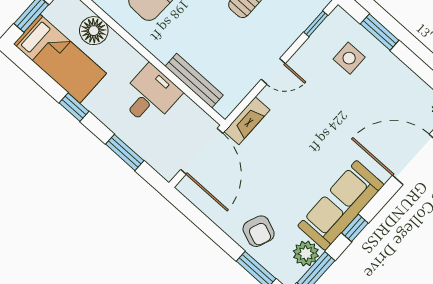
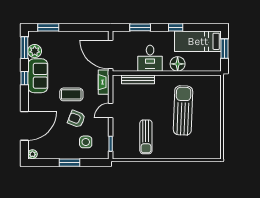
floor lamp: (94, 31) -> (178, 64), moved
window: (380, 32) -> (69, 163), moved
coffee table: (309, 145) -> (71, 94), added
sofa: (341, 205) -> (38, 76), width x0.73
armchair: (259, 231) -> (76, 119), moved

